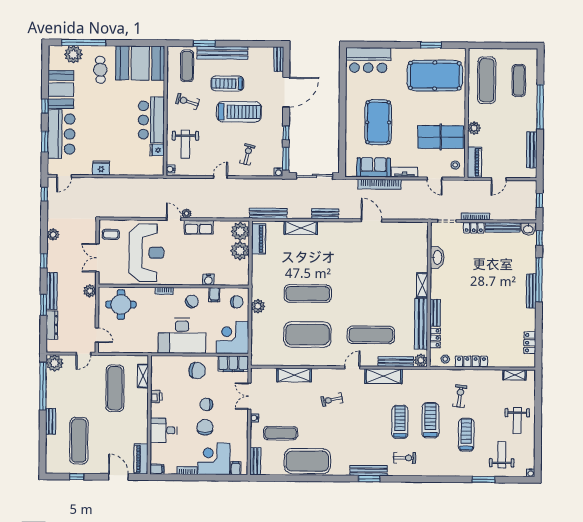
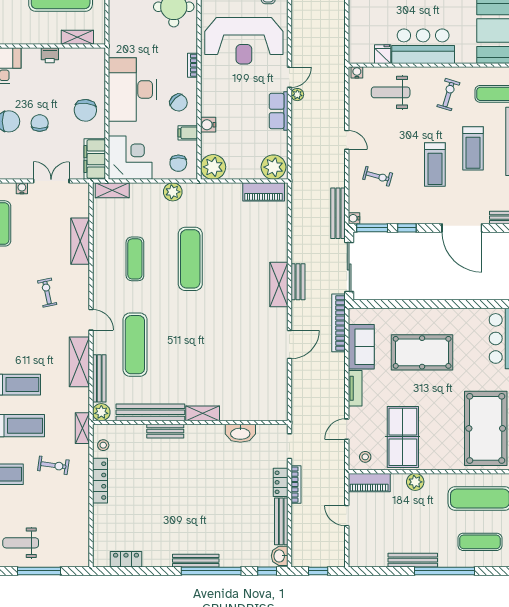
treadmill: (227, 84) -> (473, 148), turned 180
treadmill: (239, 112) -> (435, 164), width x0.73, depth x0.73
bench: (532, 150) -> (413, 560), moved
bookcase: (380, 184) -> (338, 323), moved
bench: (268, 213) -> (338, 213), moved
shelving: (301, 228) -> (279, 285), moved
plant: (240, 251) -> (213, 167), moved
exercise mat: (307, 335) -> (135, 259), width x0.50, depth x0.69
locker: (435, 338) -> (132, 431), removed
shelving: (256, 351) -> (112, 190), added
shelving: (515, 375) -> (82, 428), moved
window: (538, 407) -> (39, 571), added

